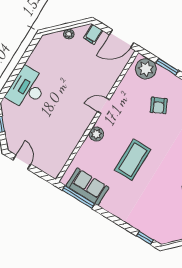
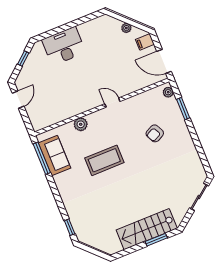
plant: (146, 69) -> (168, 92), width x0.53, depth x0.53
plant: (96, 134) -> (81, 124), moved

